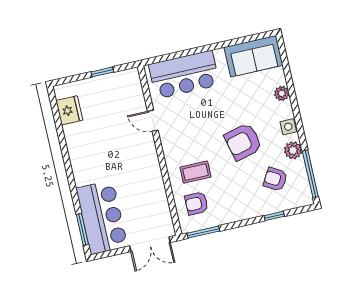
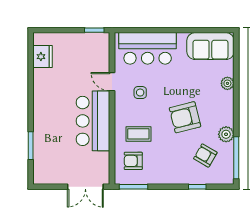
window: (102, 72) -> (94, 30), moved
side table: (288, 127) -> (140, 93), moved
bar counter: (102, 217) -> (93, 121), moved, turned 180
window: (82, 229) -> (31, 146), moved

